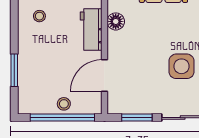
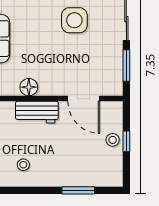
window: (62, 118) -> (126, 141), width x0.32

